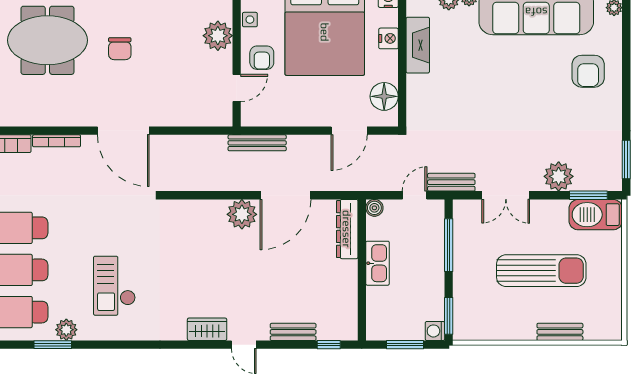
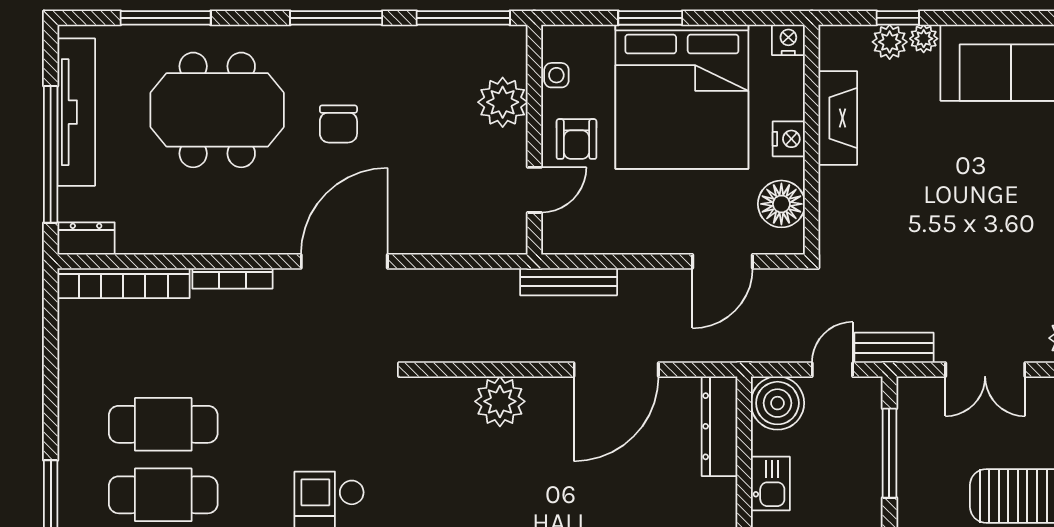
nightstand: (389, 38) -> (789, 139), moved
door: (123, 131) -> (344, 261), swing flipped
boiler: (374, 208) -> (777, 403), width x1.86, depth x1.86
plant: (242, 214) -> (500, 401), moved
kitchen sink: (378, 263) -> (770, 483), width x0.73

